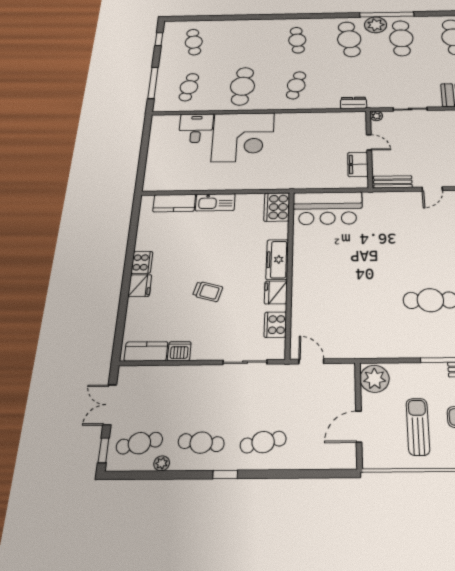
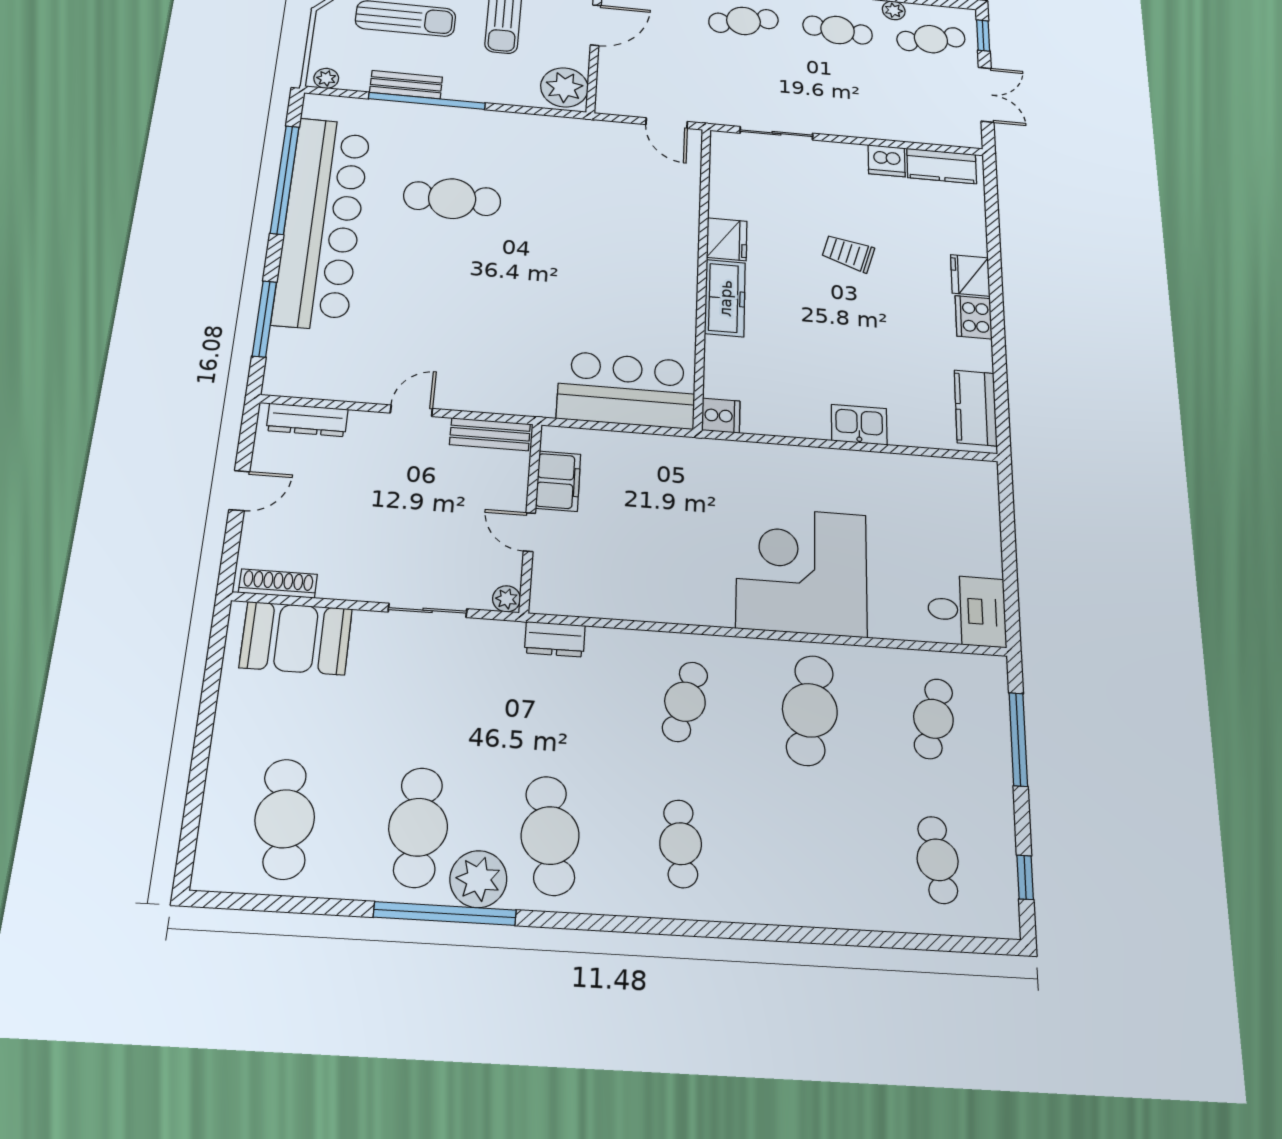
desk: (196, 128) -> (967, 611), moved, turned -90
kitchen sink: (215, 202) -> (859, 425), width x0.73
kitchen counter: (174, 203) -> (976, 408), moved, turned -90
cooker: (277, 207) -> (721, 416), width x0.53, depth x0.76
cooker: (275, 325) -> (727, 186), removed

